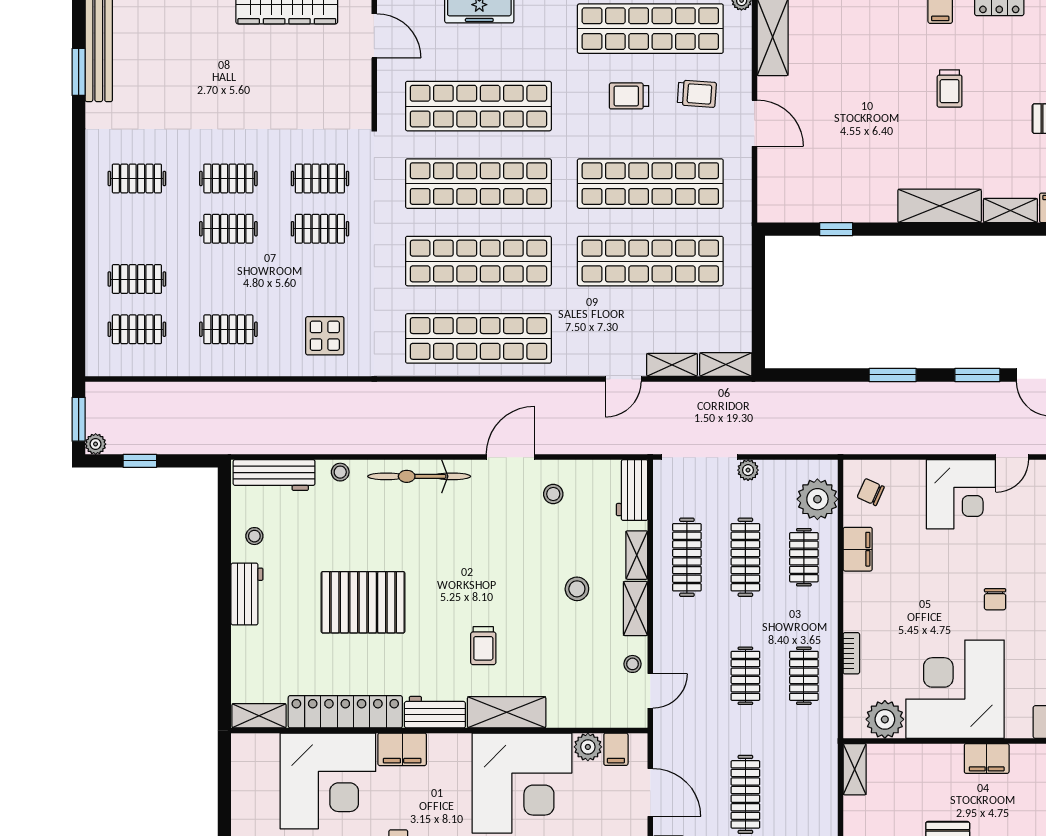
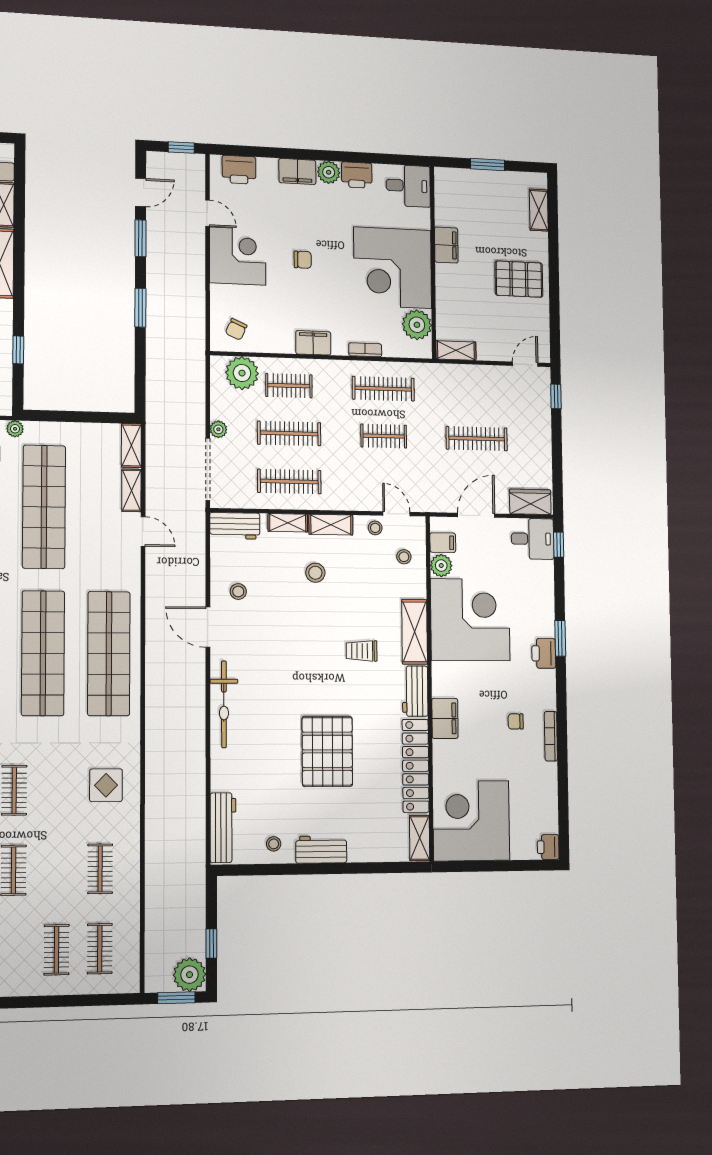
plant: (742, 226) -> (15, 429), added
plant: (96, 444) -> (190, 975), width x1.87, depth x1.87
stool: (340, 472) -> (404, 557), moved
filing cabinet: (858, 549) -> (313, 343), moved
chair: (995, 599) -> (303, 260), moved
trolley: (483, 646) -> (362, 651), turned 180
clothes rail: (804, 676) -> (383, 389), width x1.36
corner desk: (328, 781) -> (471, 821), moved, turned -90

